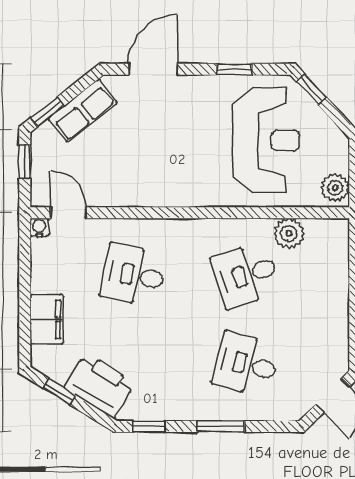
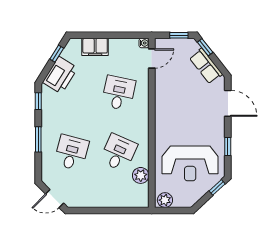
desk: (246, 275) -> (119, 153), turned 42

